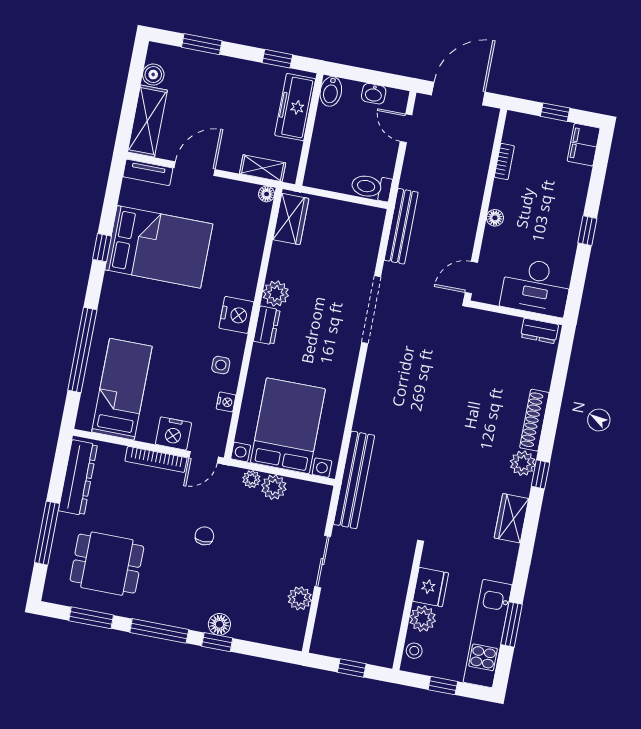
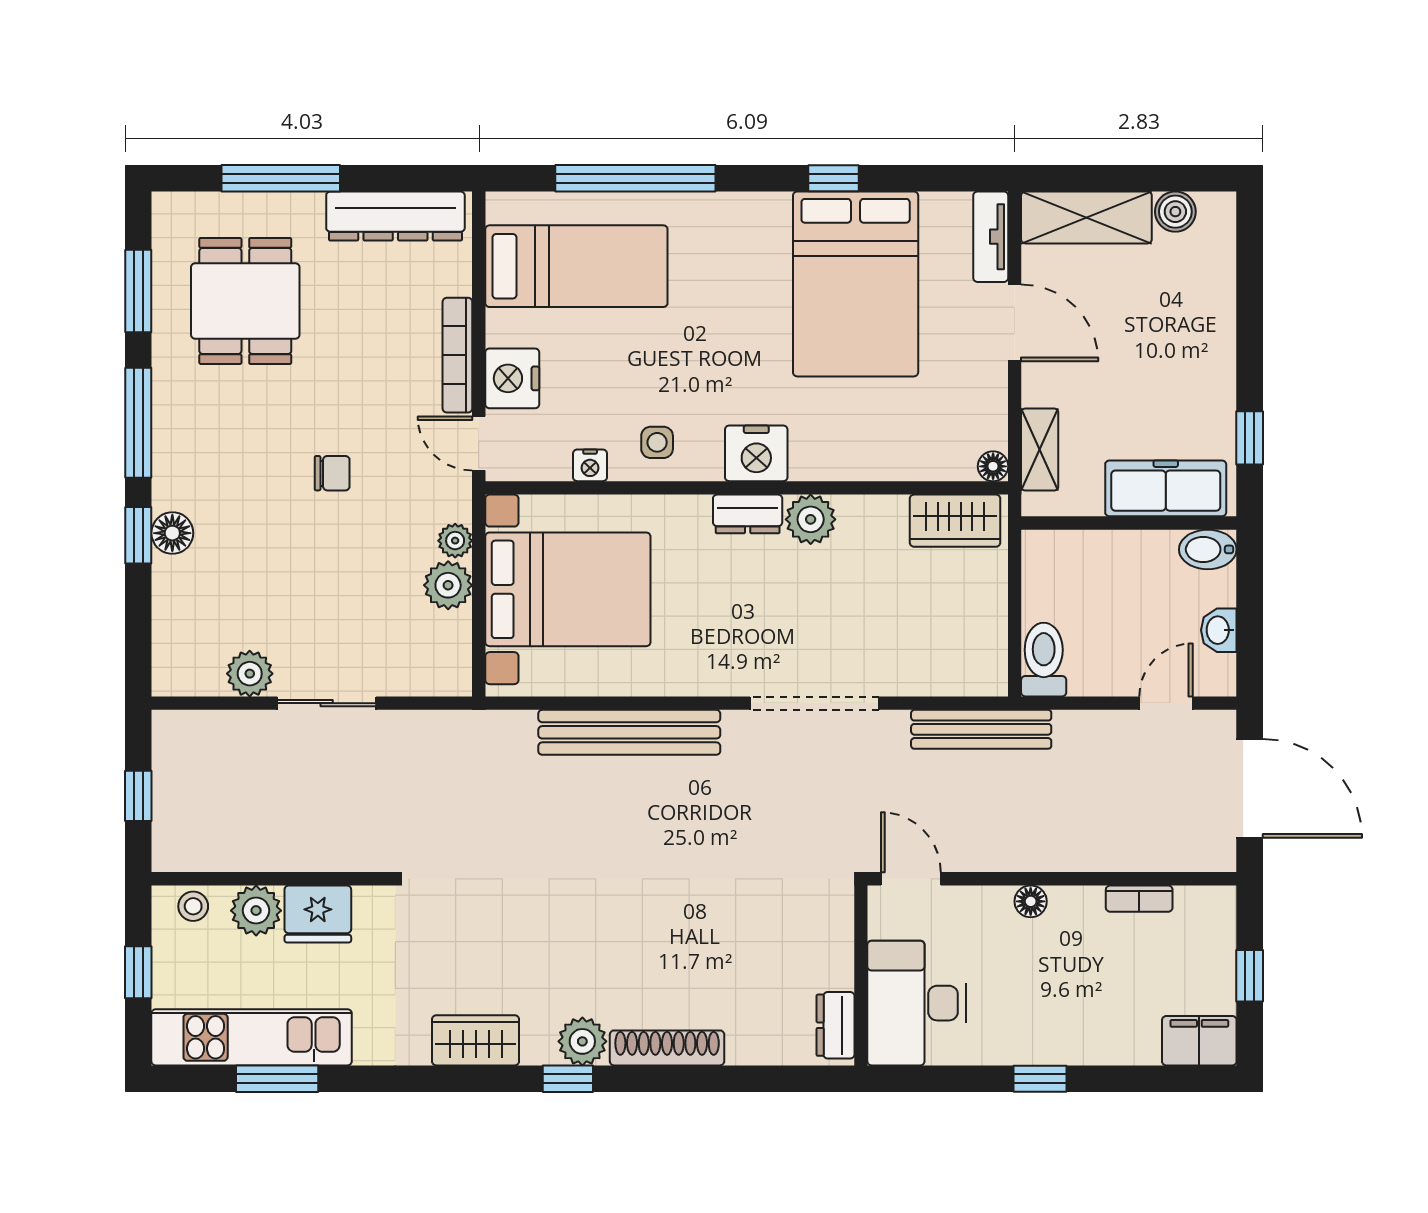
window: (202, 44) -> (1250, 291), removed
bench: (354, 480) -> (629, 732), moved

